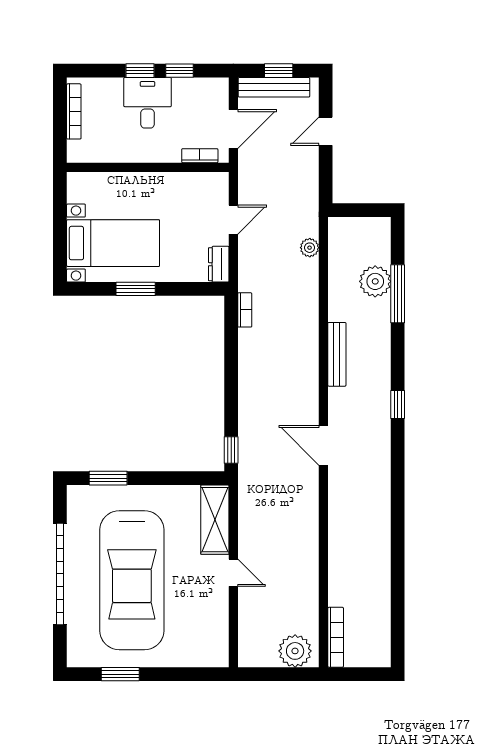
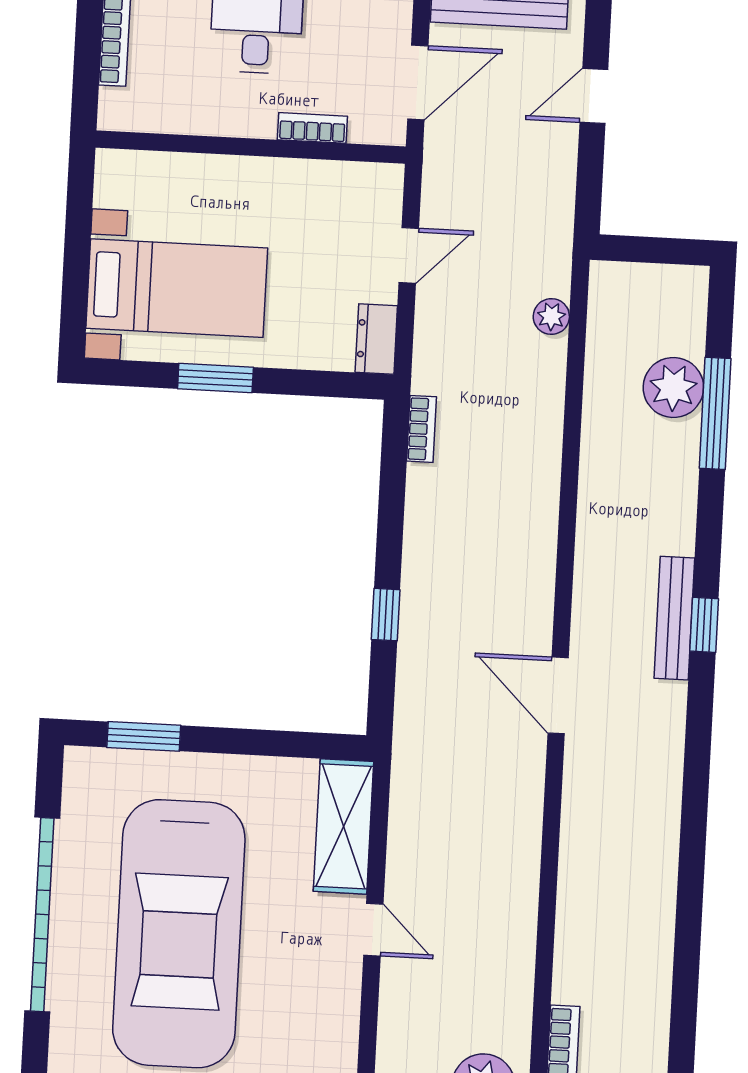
bookcase: (200, 156) -> (312, 128), moved
bench: (337, 354) -> (674, 618), moved
window: (231, 450) -> (386, 615), moved

